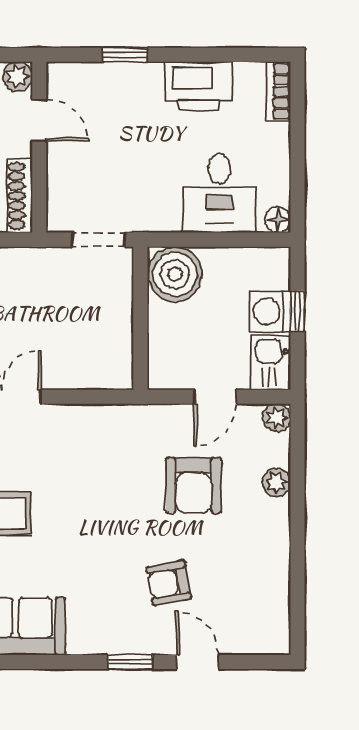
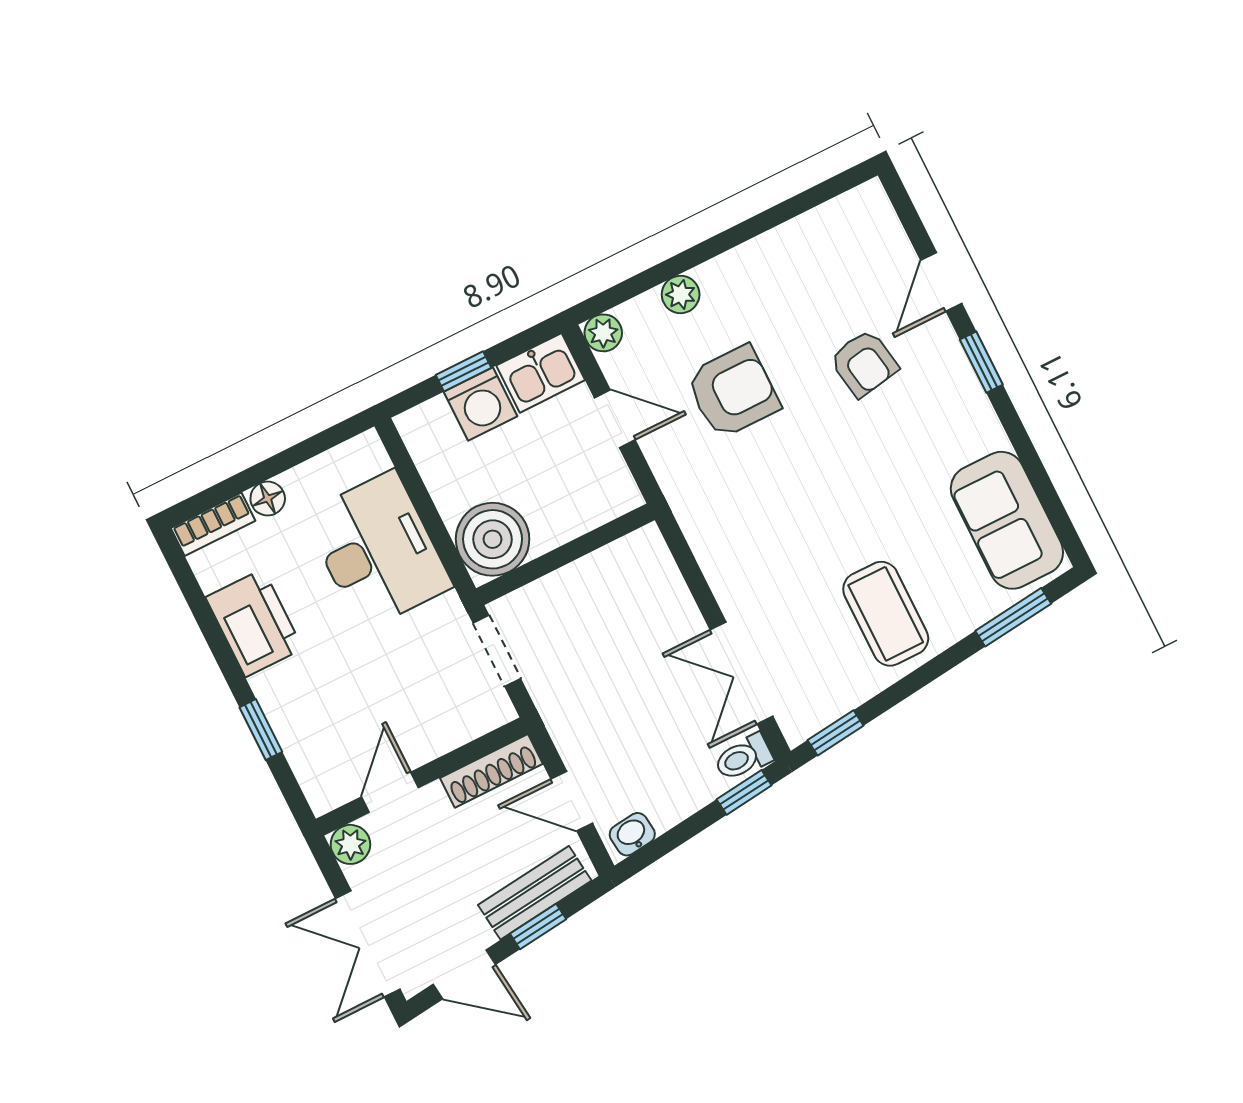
desk: (219, 193) -> (378, 551), width x1.37
floor lamp: (278, 220) -> (268, 499), moved

